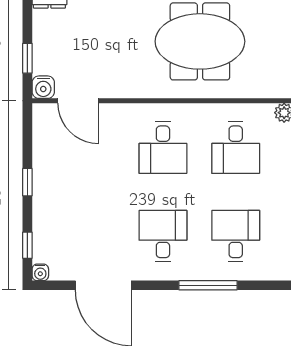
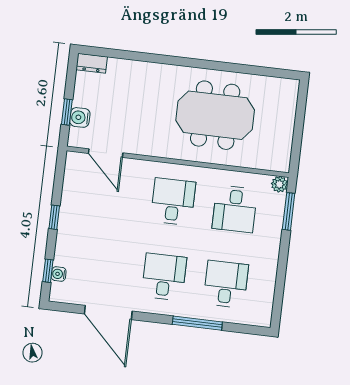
water cooler: (43, 87) -> (80, 117), moved, turned 90
desk: (163, 148) -> (173, 202), turned 180
water cooler: (40, 272) -> (59, 274), moved, turned 90

